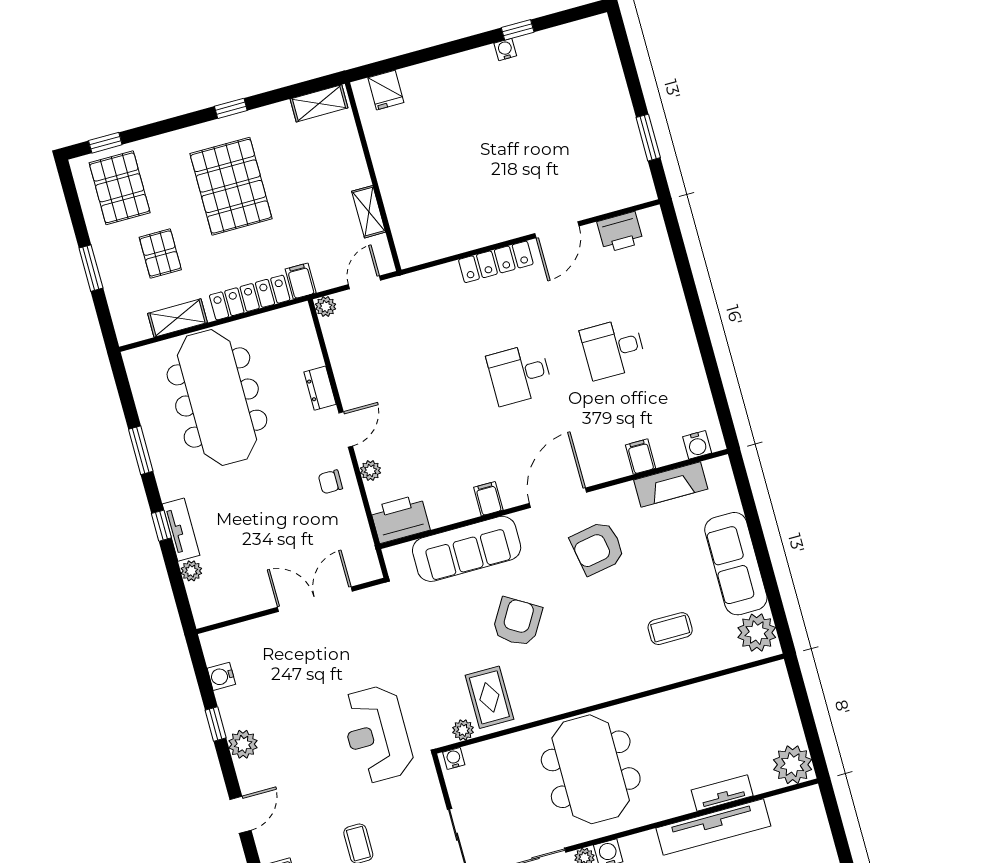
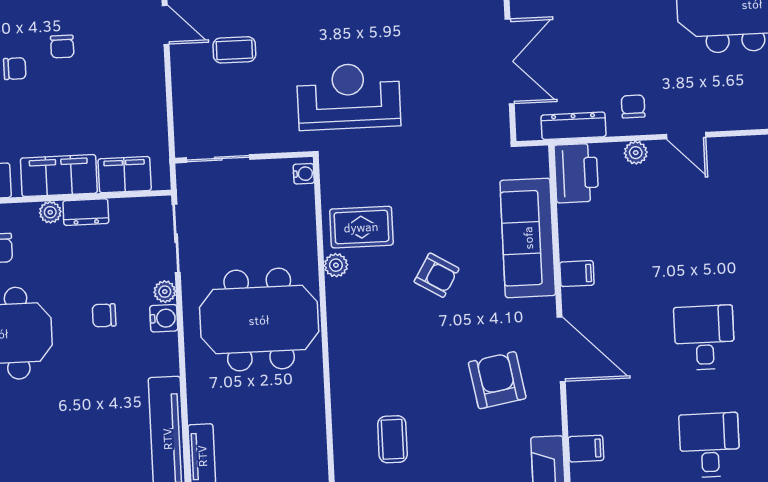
dresser: (320, 388) -> (574, 126), moved, width x1.44
armchair: (517, 622) -> (437, 275), width x0.72, depth x0.72
plant: (463, 730) -> (336, 265), moved

